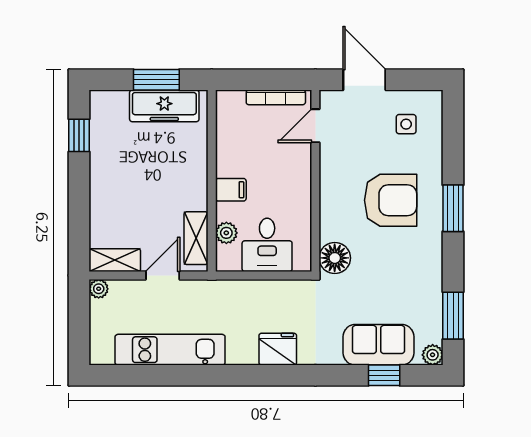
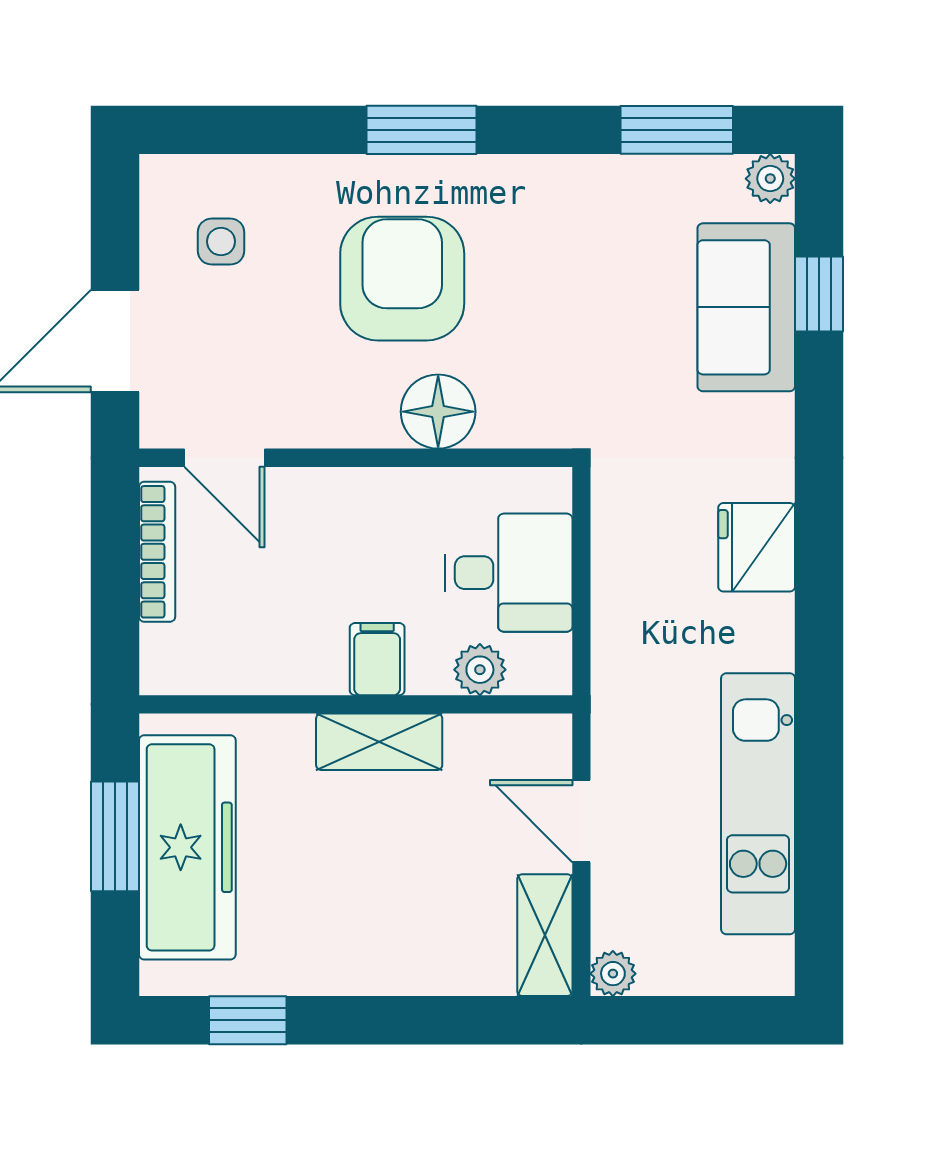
freezer: (164, 106) -> (187, 847), width x1.36, depth x1.26
shelving: (196, 238) -> (379, 742), moved
floor lamp: (335, 258) -> (438, 412), moved

